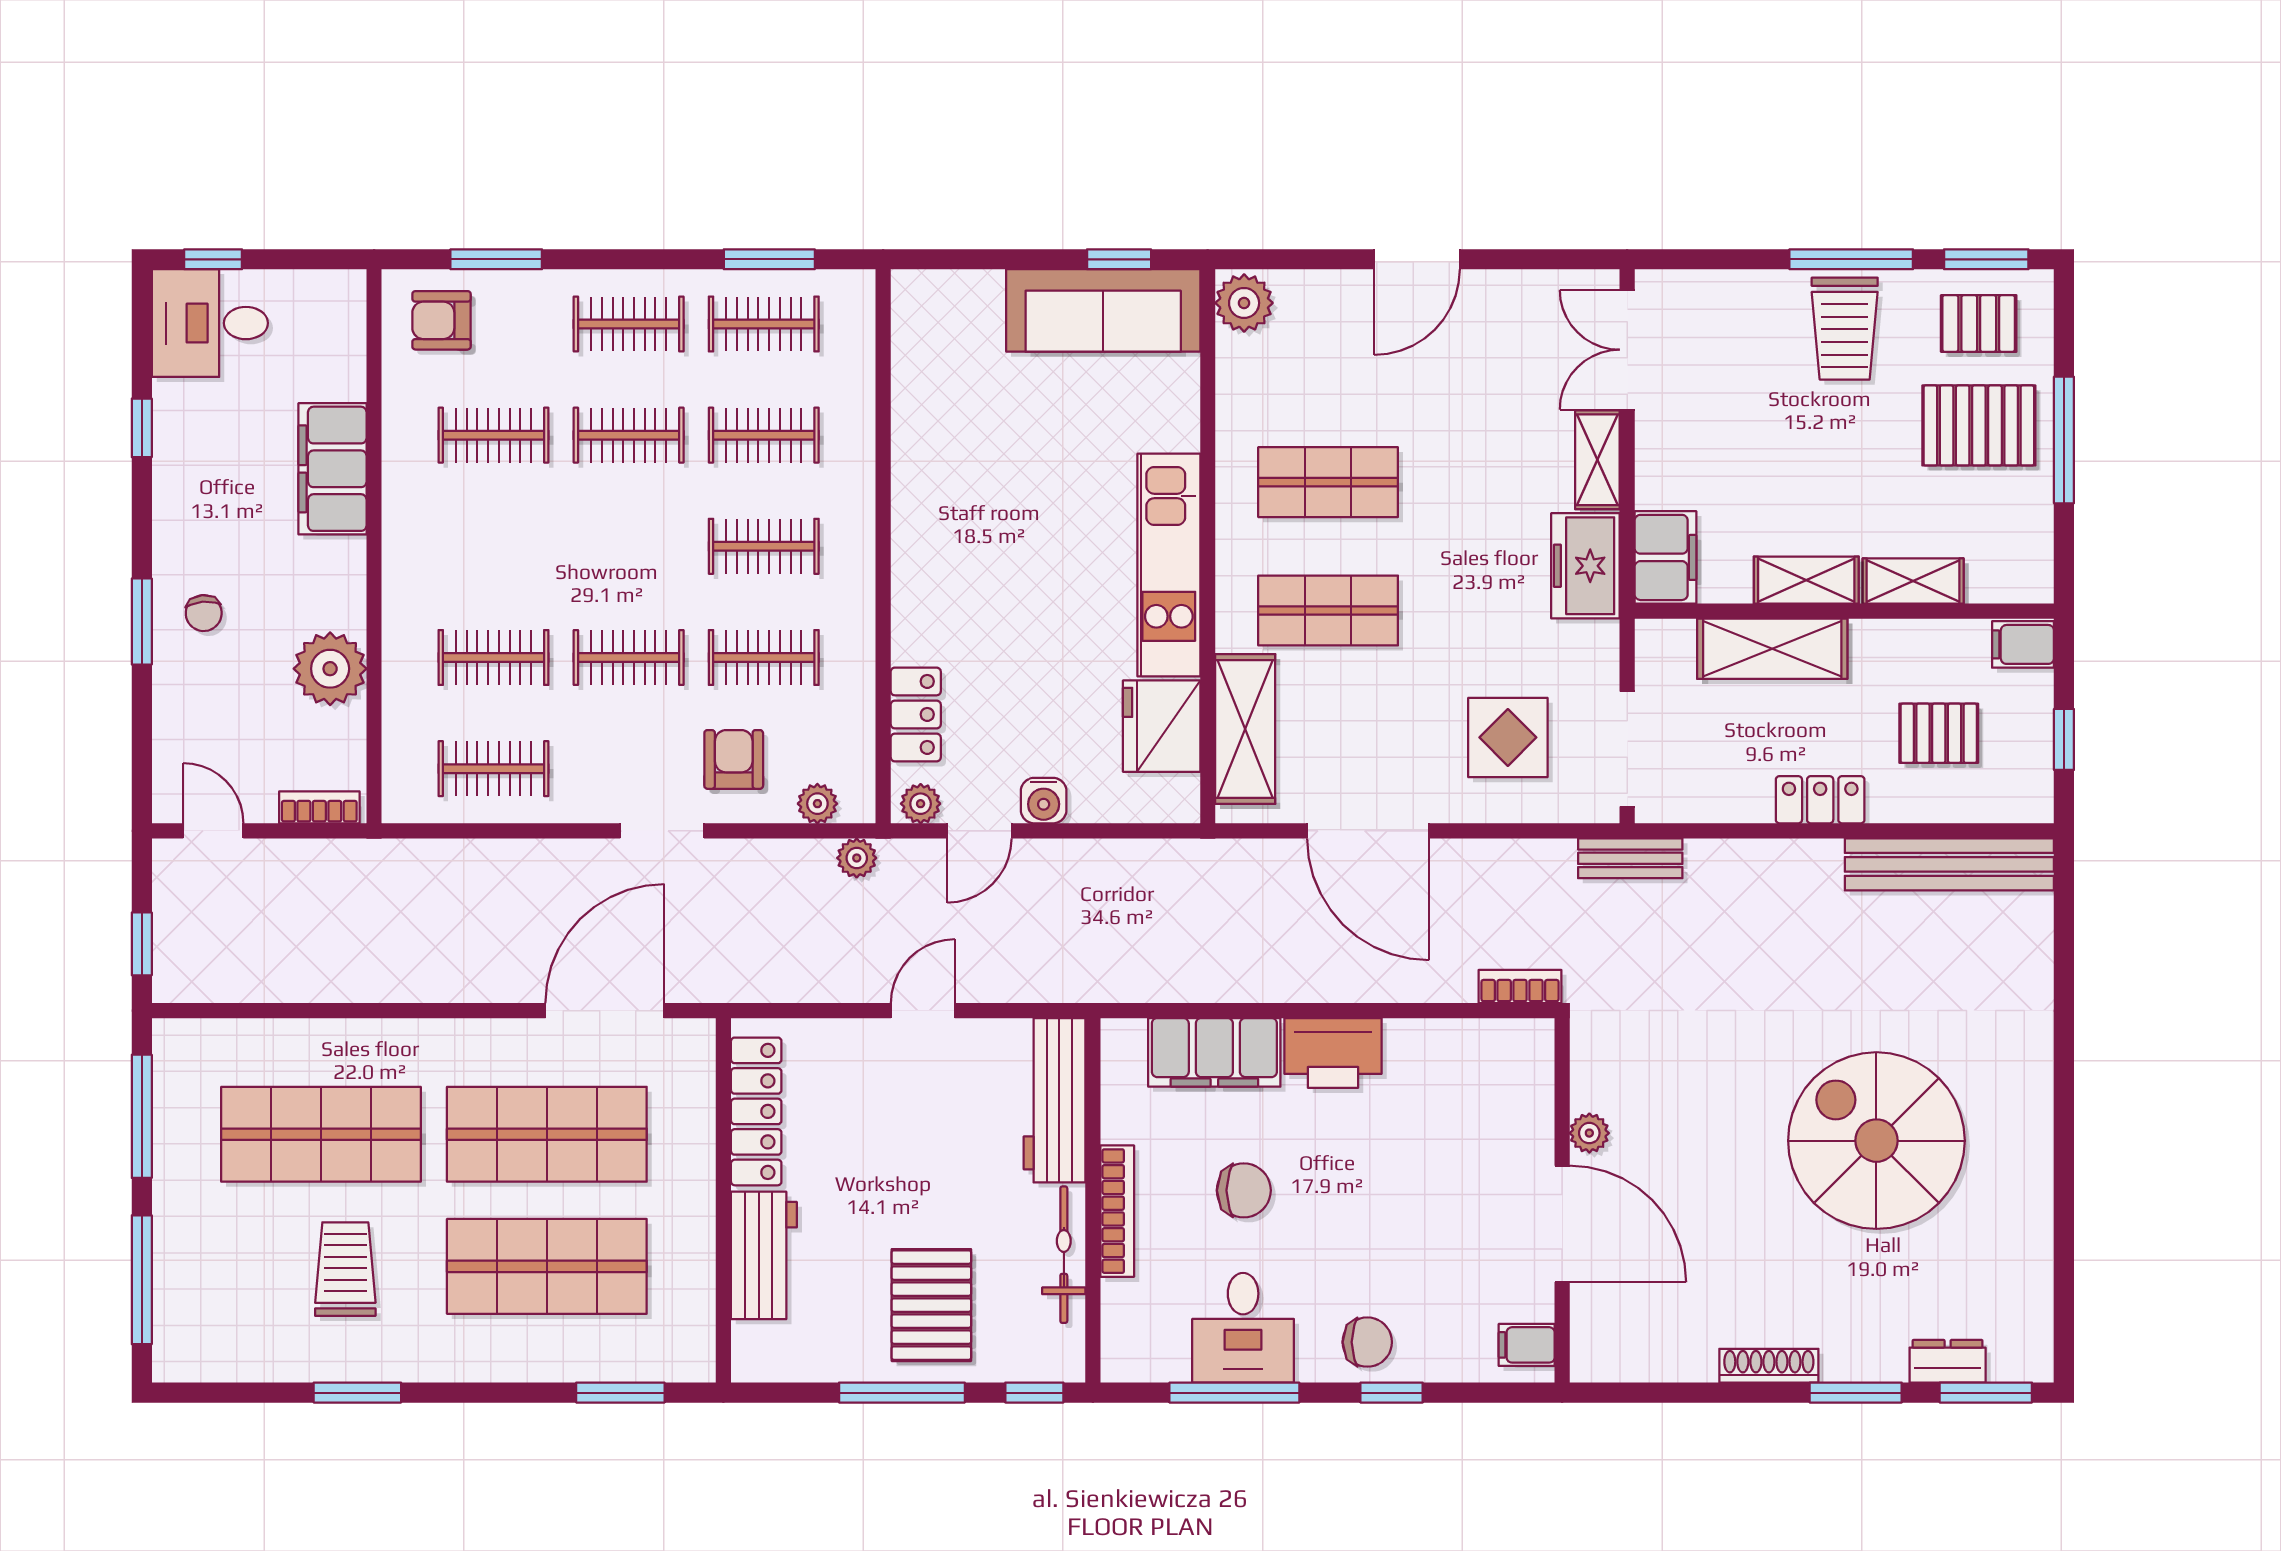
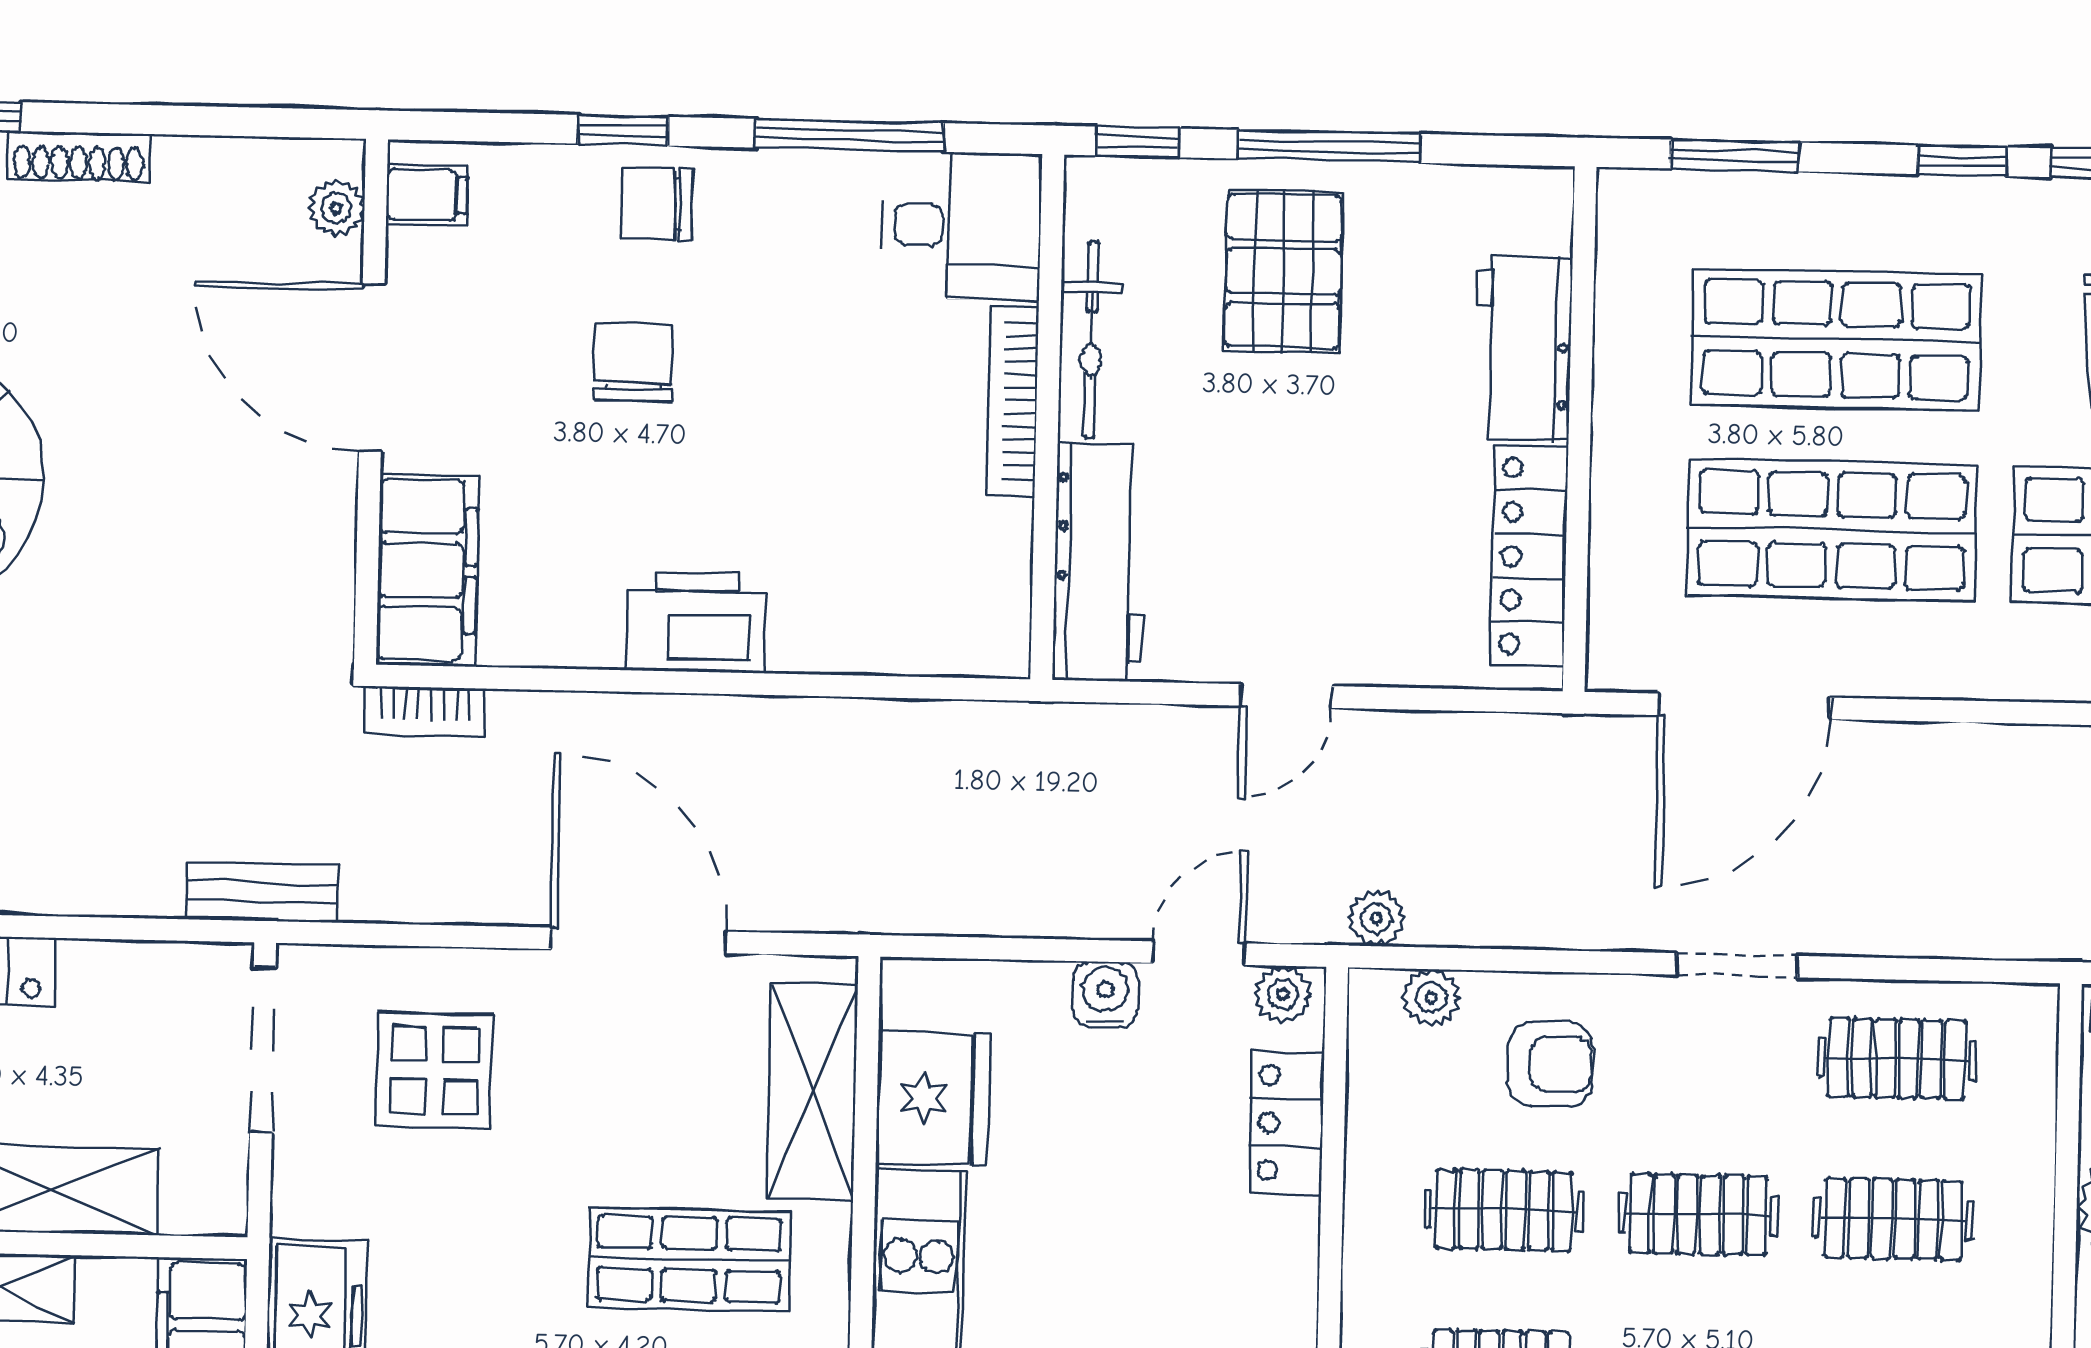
armchair: (734, 759) -> (1550, 1064), turned -90
doorway: (662, 831) -> (1737, 965), moved
filing cabinet: (1214, 1052) -> (427, 570), moved, turned 90
plant: (1589, 1133) -> (336, 208), moved
chair: (1244, 1190) -> (634, 362), moved, turned 90
desk: (1243, 1328) -> (962, 226), moved, turned 90
window: (463, 1393) -> (1962, 161), added

